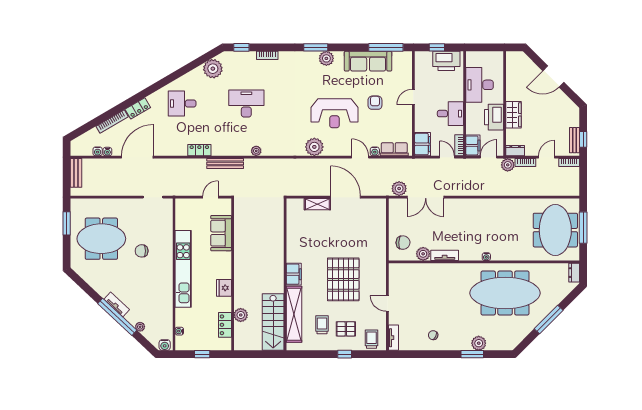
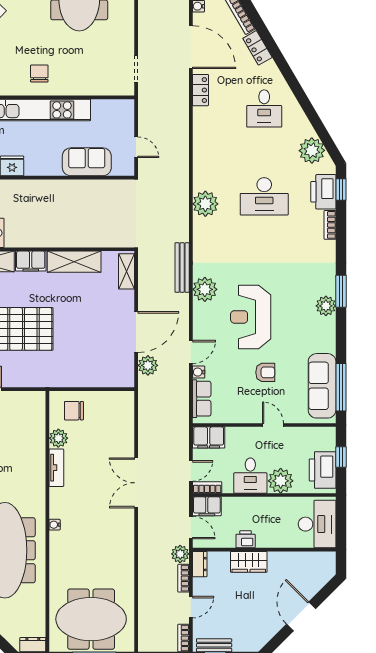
printer: (243, 60) -> (323, 192), added
sofa: (368, 61) -> (322, 386), moved
desk: (480, 85) -> (317, 524), moved, turned 90
plant: (454, 91) -> (281, 481), added
desk: (182, 103) -> (264, 108), turned 180
desk: (246, 103) -> (264, 196), turned 90
printer: (494, 117) -> (246, 539), width x0.53, depth x0.68
locker: (199, 150) -> (200, 90), moved
plant: (256, 151) -> (205, 204), width x1.88, depth x1.88
door: (547, 157) -> (191, 607), hinge flipped
bench: (225, 163) -> (182, 268), moved
plant: (399, 189) -> (148, 365), moved
double door: (426, 197) -> (136, 483), moved
shelving: (317, 204) -> (126, 271), moved
shelving: (294, 242) -> (74, 262), added
chair: (403, 243) -> (74, 411), turned 88
chair: (142, 251) -> (39, 73), moved

